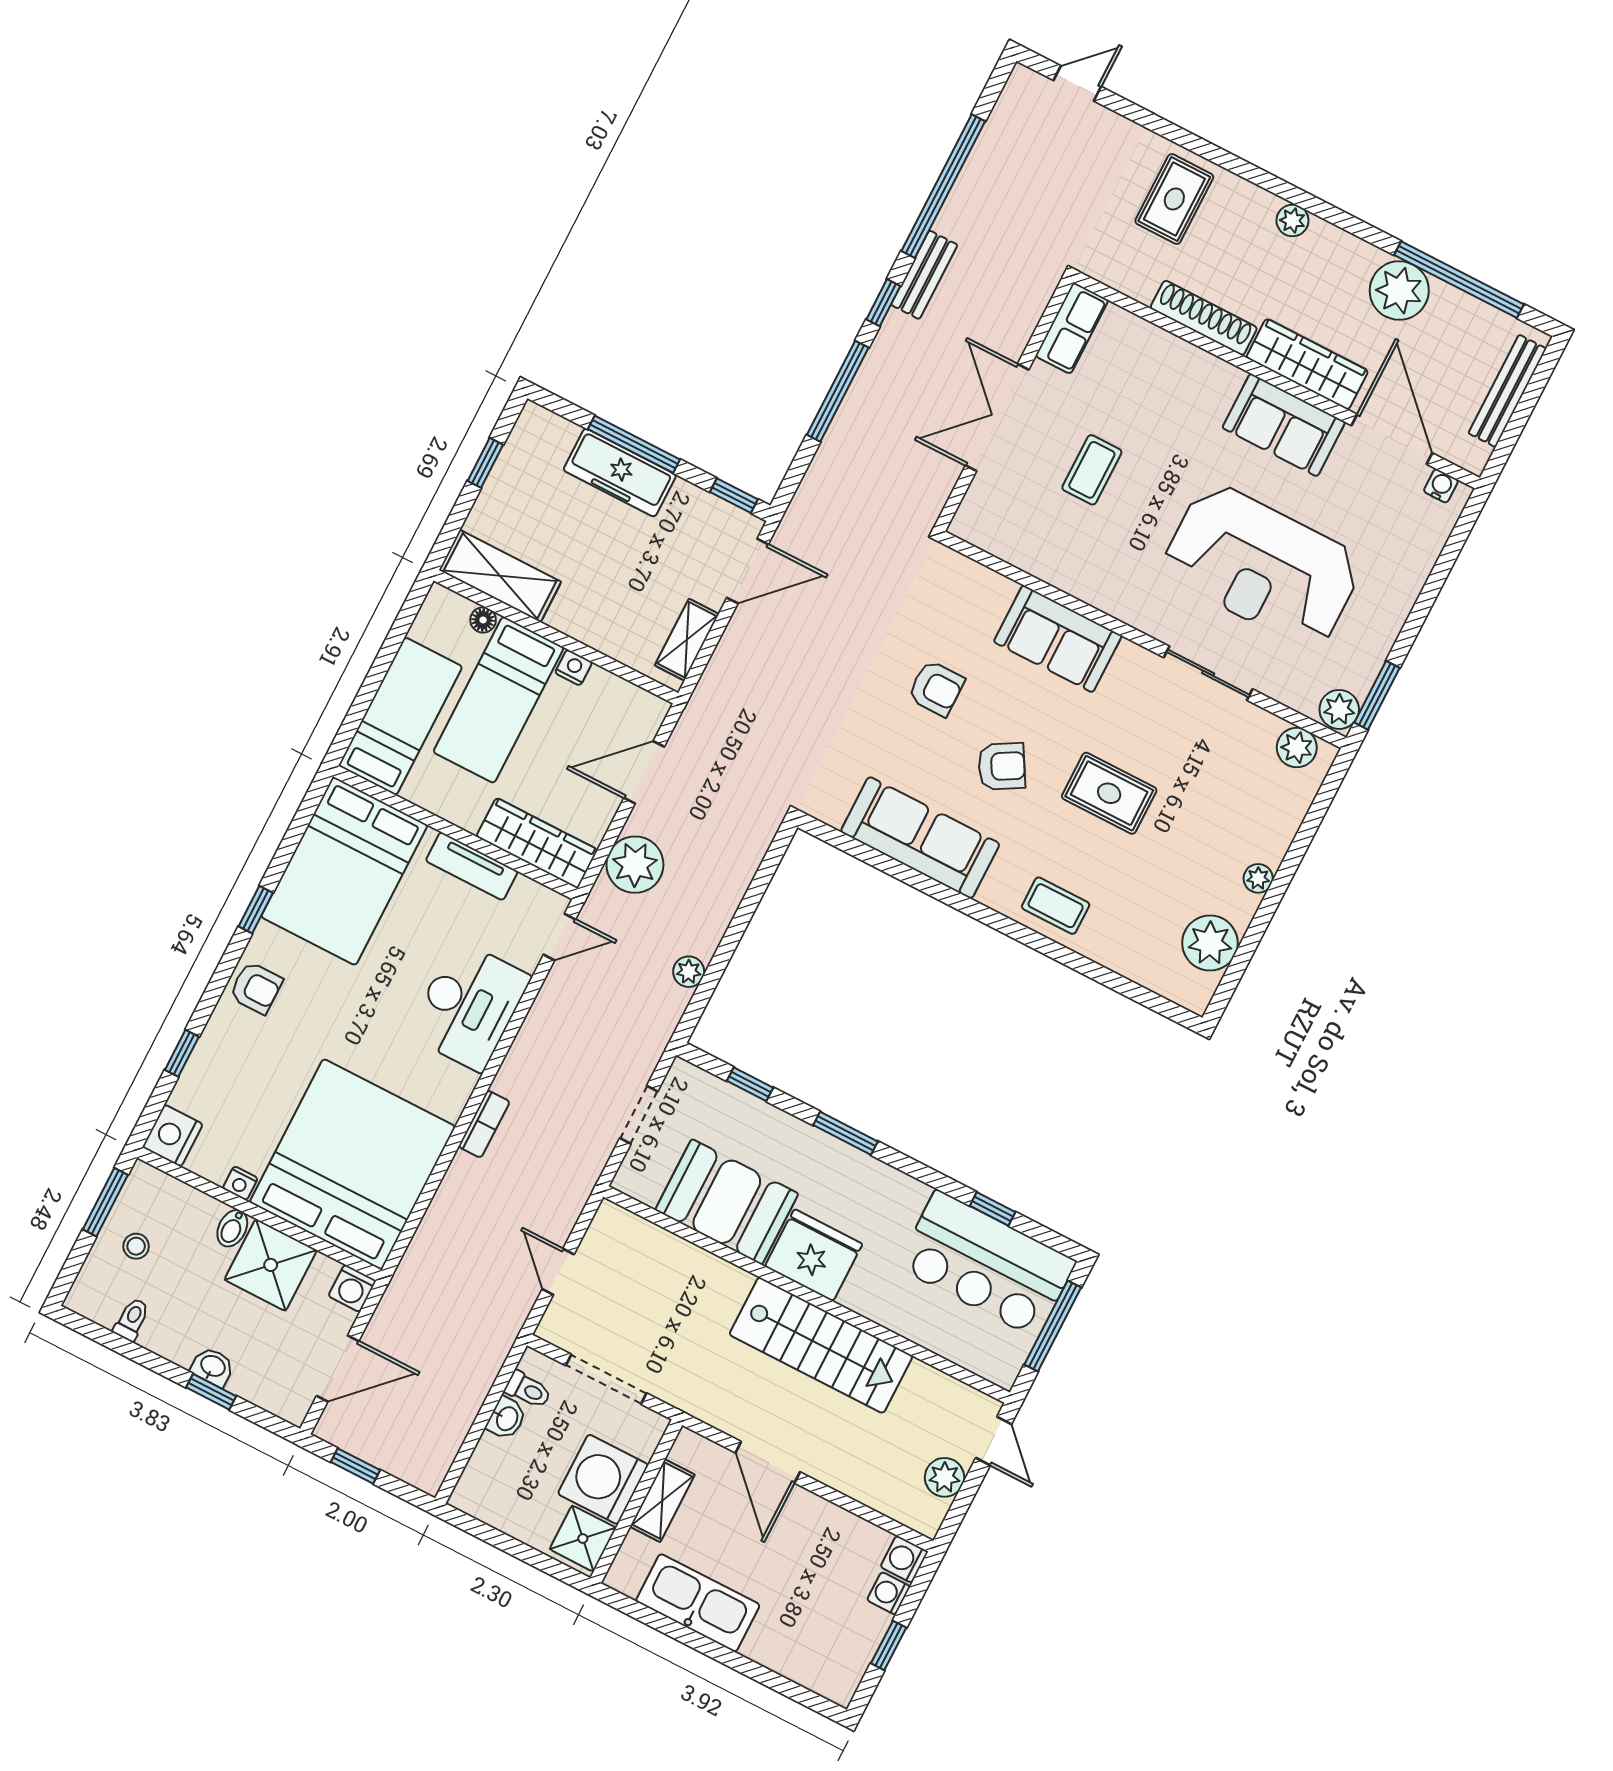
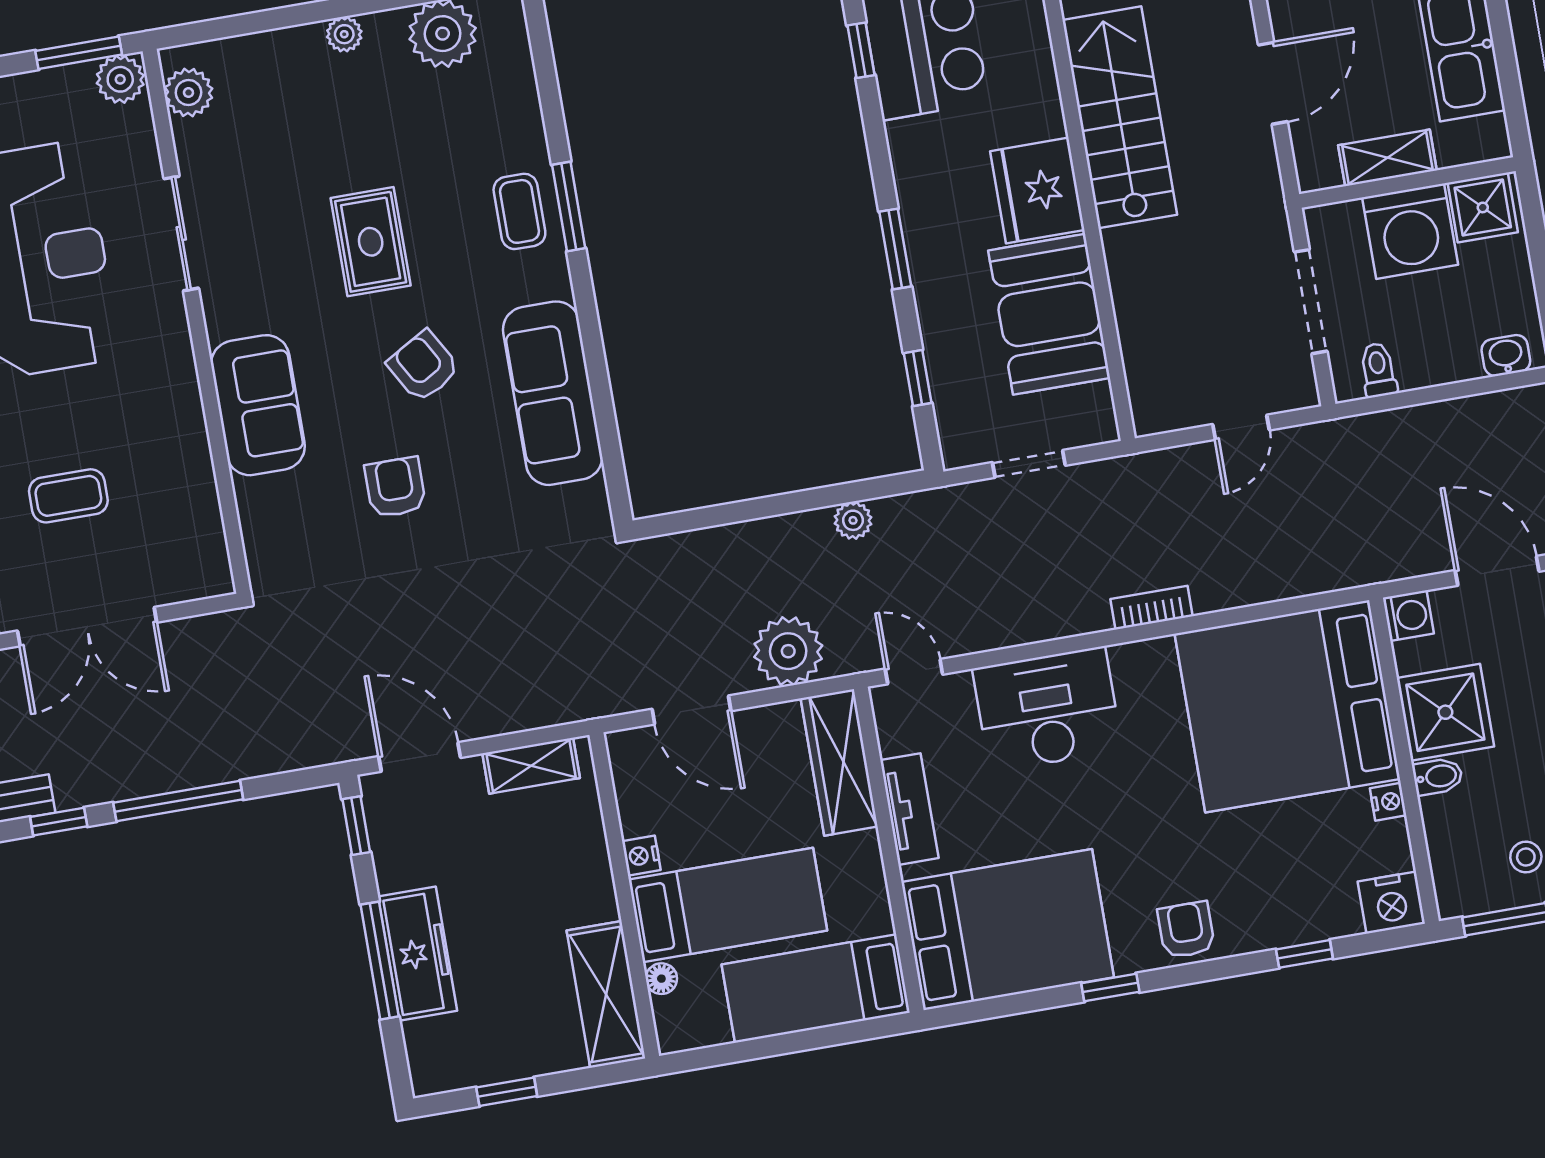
window: (1035, 940) -> (569, 207), added
washbasin: (506, 1418) -> (1506, 356), moved

